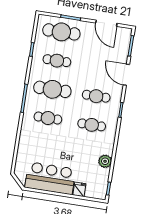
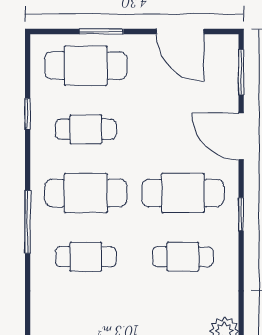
cafe table: (96, 96) -> (183, 193), width x1.37, depth x1.35

